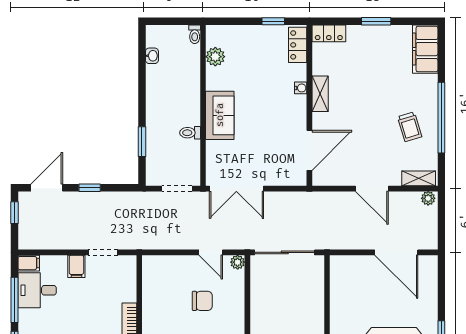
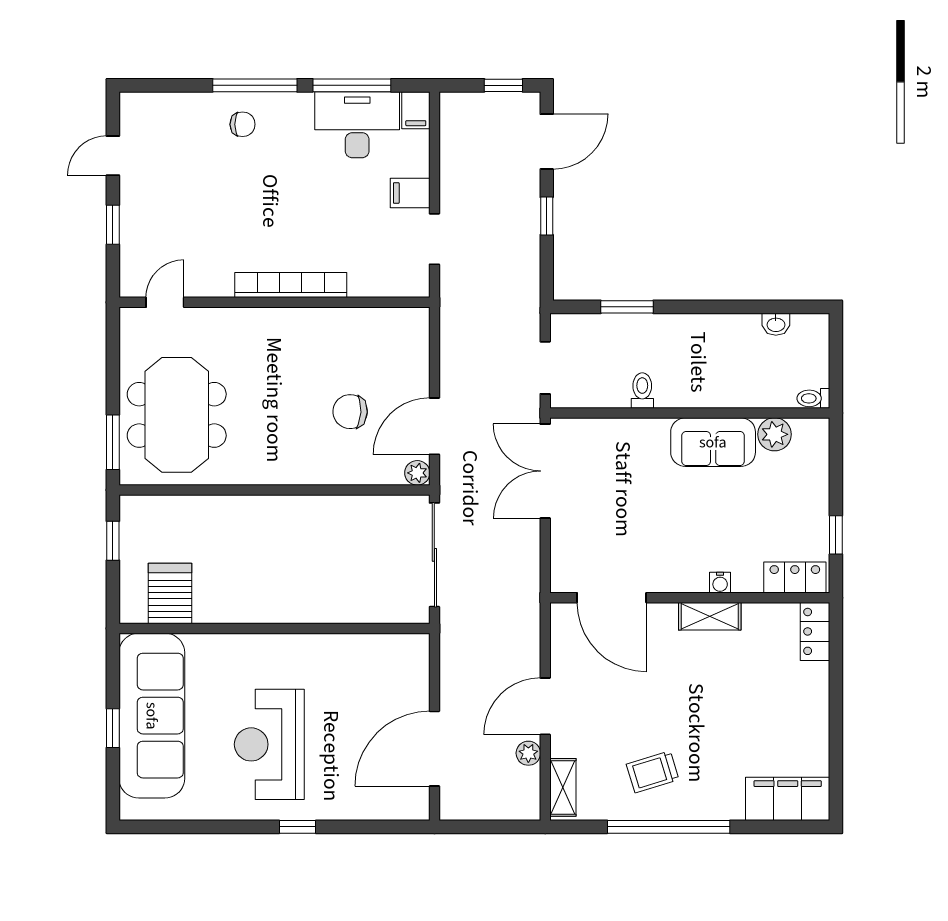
window: (376, 21) -> (836, 714), removed
sofa: (220, 115) -> (713, 442), moved
door: (47, 188) -> (547, 142), hinge flipped
plant: (428, 198) -> (528, 753), moved
door: (211, 252) -> (434, 426), width x1.37
desk: (37, 290) -> (357, 125), width x1.37
chair: (202, 301) -> (350, 412), turned 93

